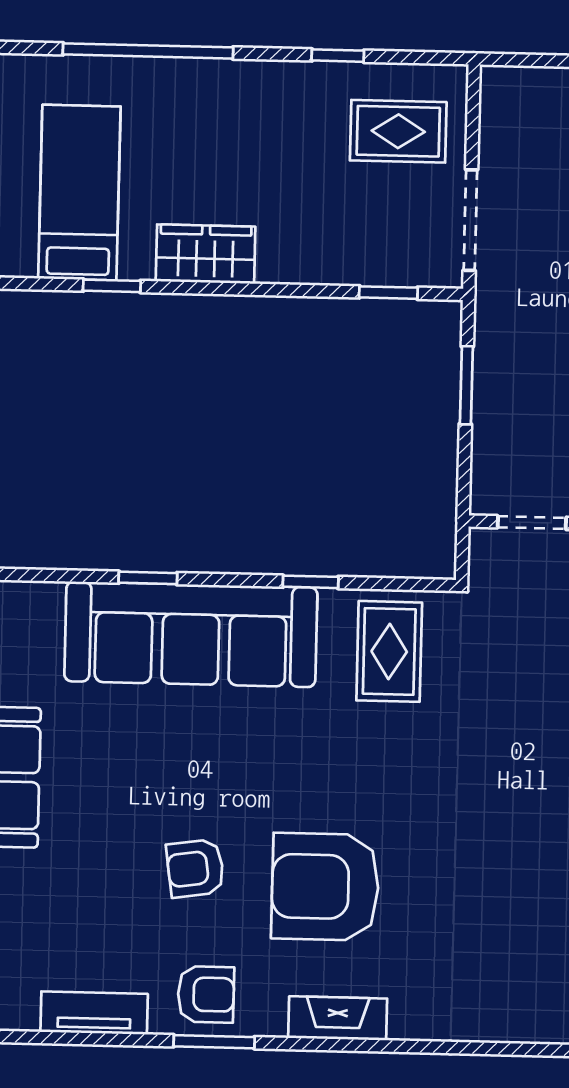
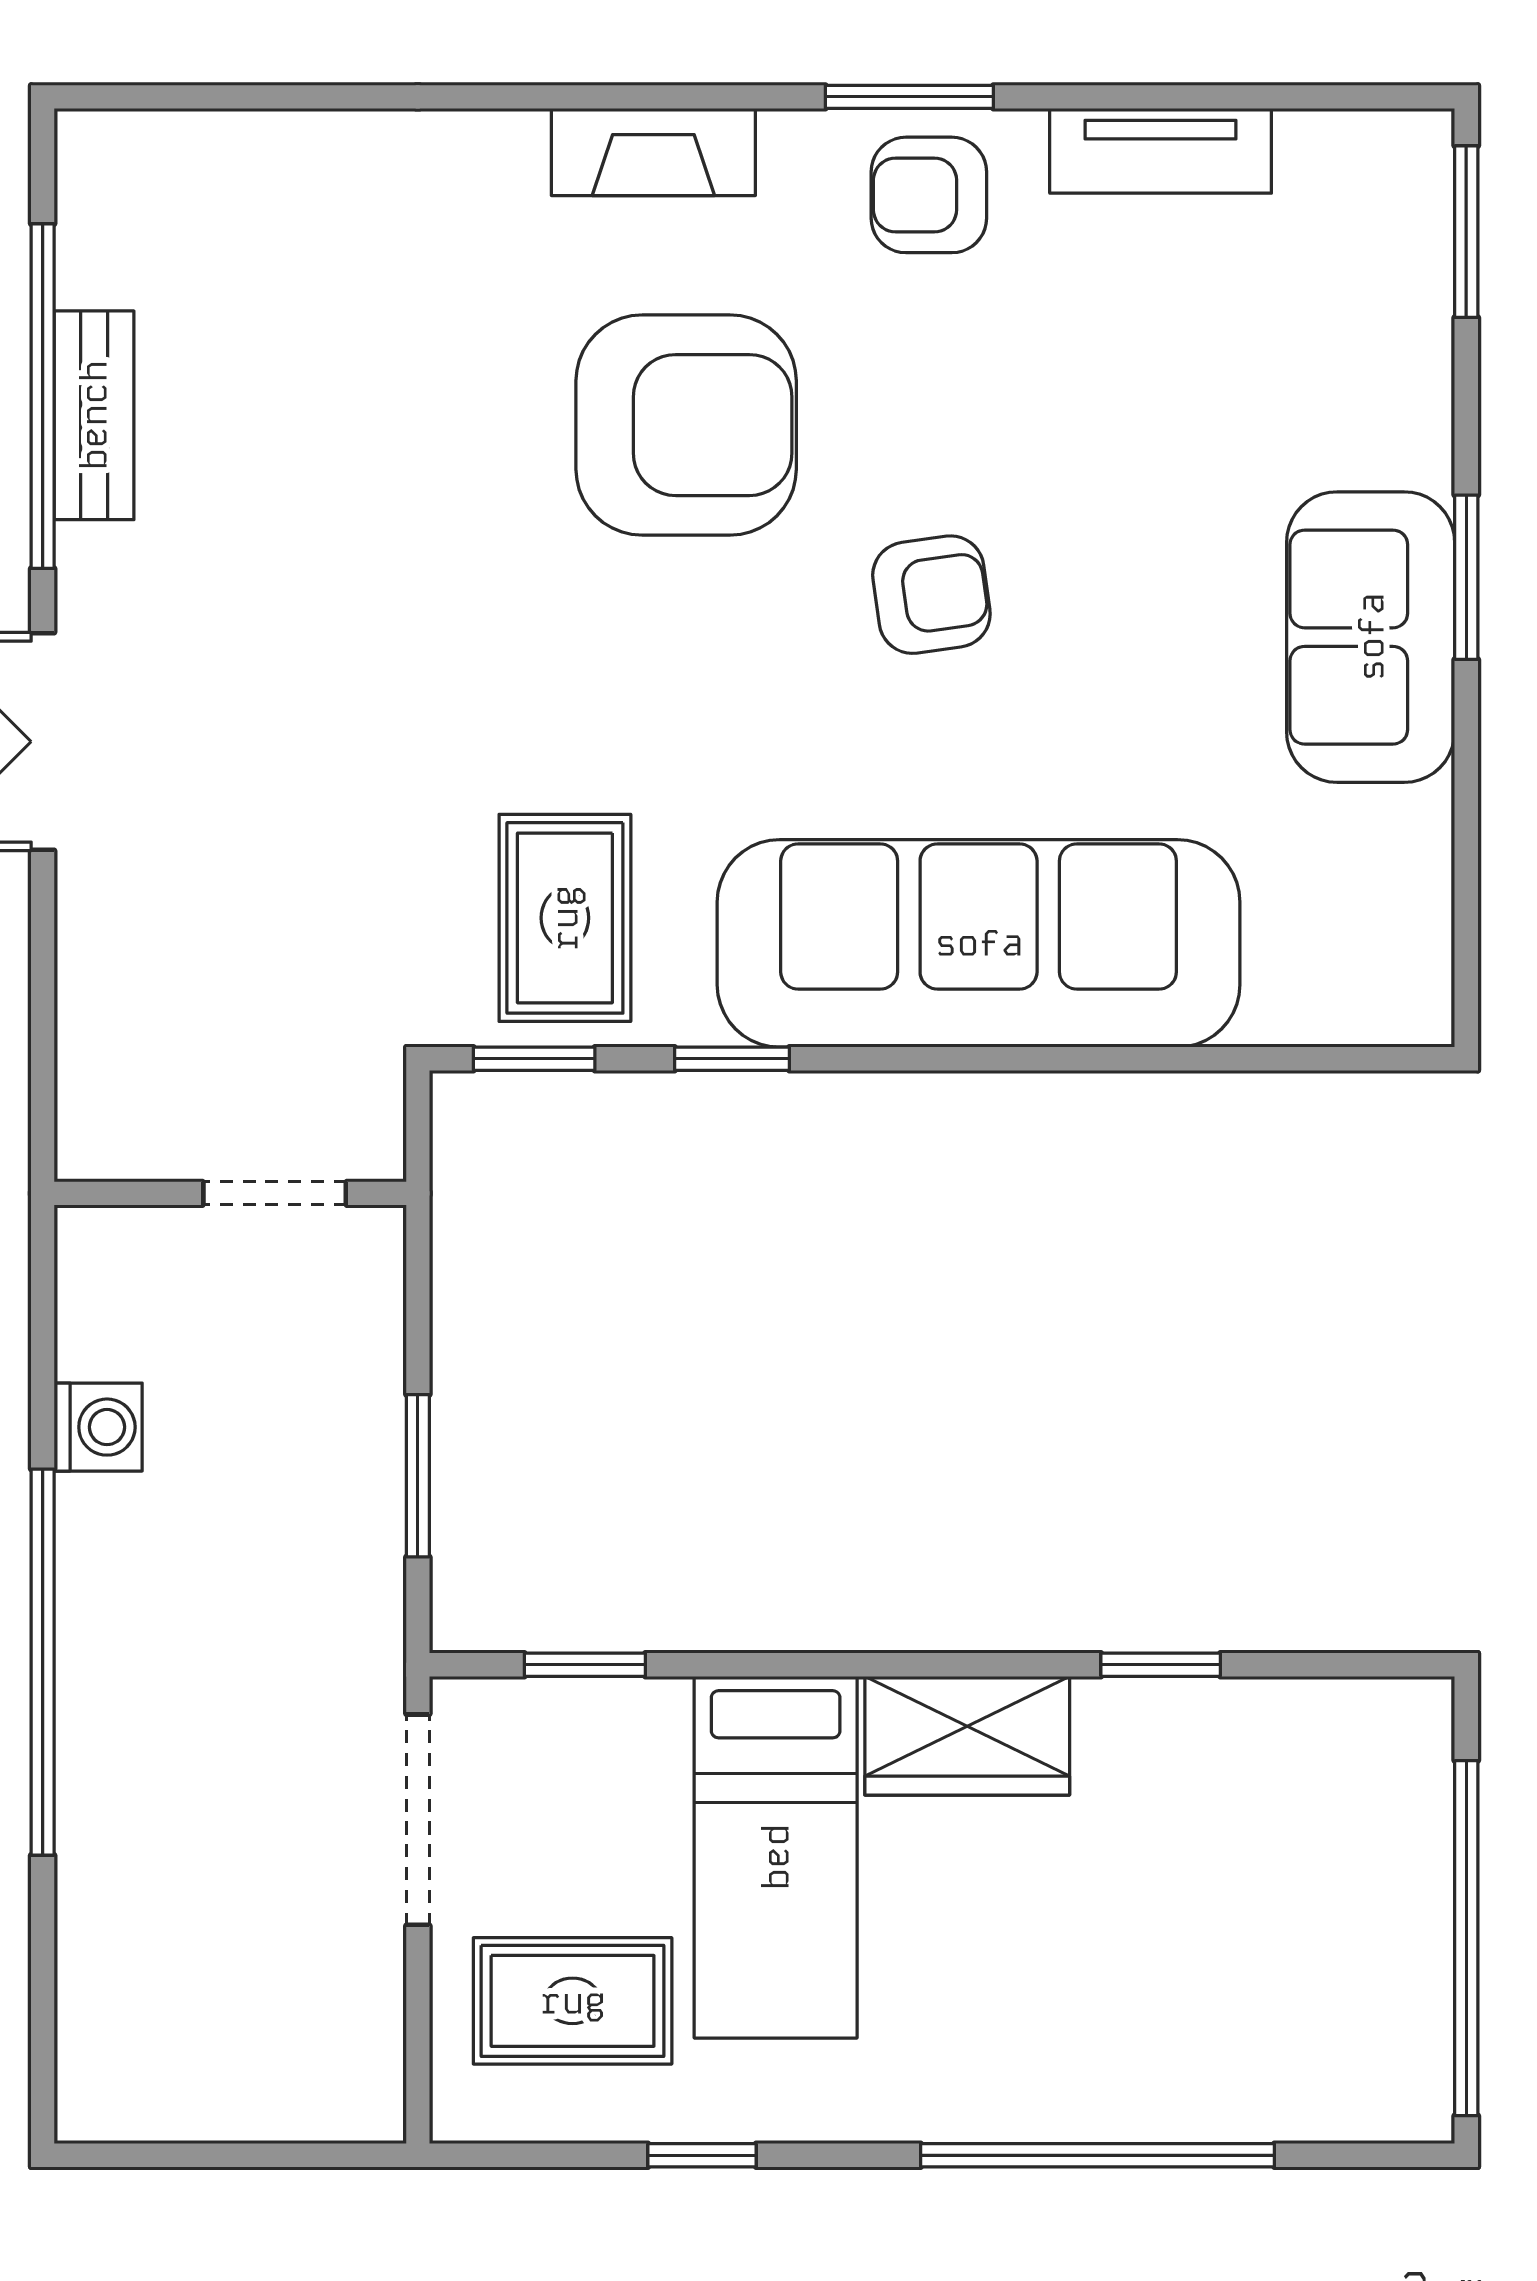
bed: (79, 193) -> (776, 1857), moved
window: (148, 578) -> (534, 1059), moved
armchair: (195, 868) -> (931, 595), moved

